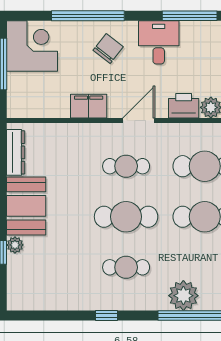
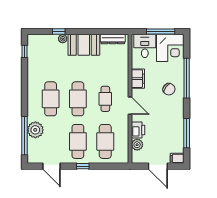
desk: (159, 42) -> (145, 46), moved, turned -90
cafe table: (126, 267) -> (51, 99), width x1.37, depth x1.35
window: (107, 316) -> (24, 51), moved

